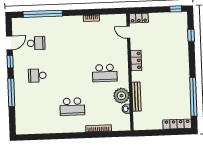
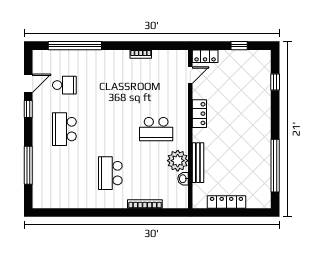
window: (176, 9) -> (239, 46), moved
door: (128, 32) -> (190, 75), swing flipped
school desk: (37, 75) -> (64, 129), width x1.85
window: (11, 92) -> (28, 165), moved
school desk: (72, 107) -> (110, 173), turned 90
locker: (177, 124) -> (226, 202), moved

